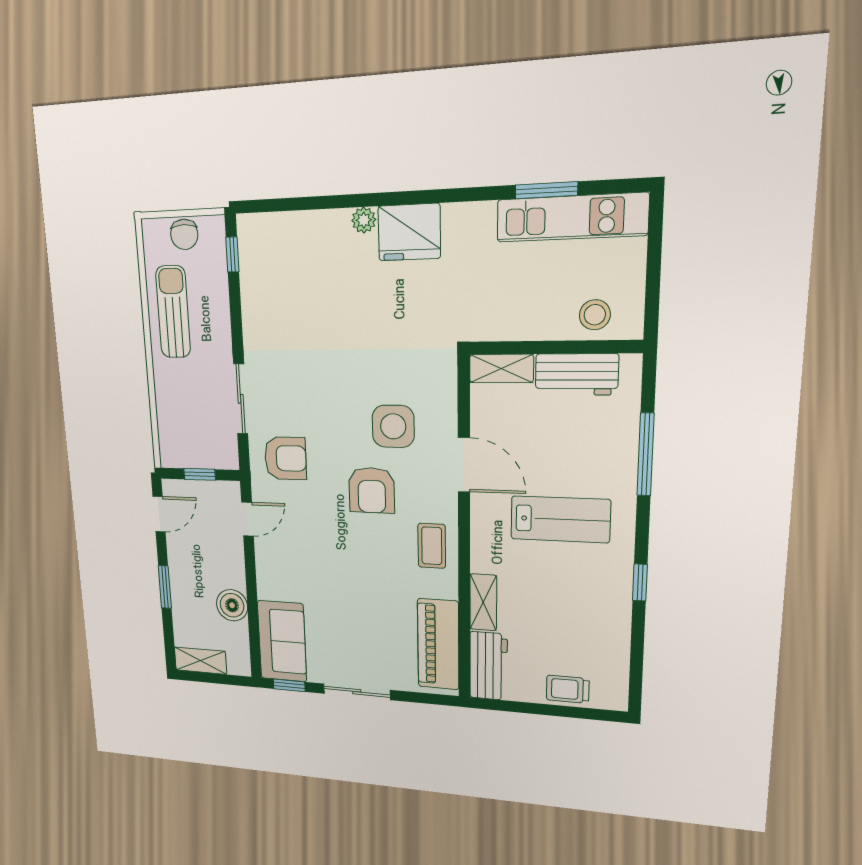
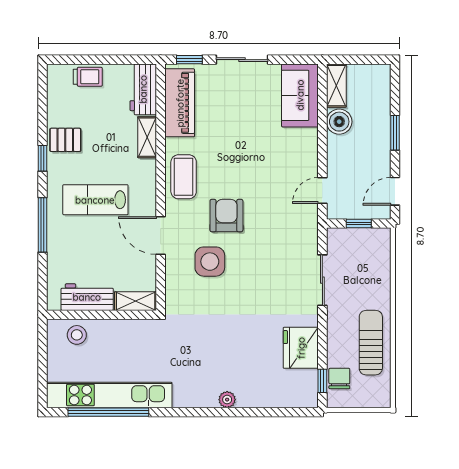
window: (546, 190) -> (108, 412), width x2.11
kitchen unit: (572, 217) -> (109, 395), width x1.36
fridge: (409, 232) -> (301, 348), moved, turned -90
chair: (184, 234) -> (339, 379), moved
sun lounger: (173, 312) -> (371, 343), turned 180
window: (645, 455) -> (42, 225), moved
armchair: (285, 458) -> (290, 237), removed
coffee table: (432, 546) -> (184, 177), width x1.36, depth x1.30
pallet: (604, 606) -> (65, 140), added
shelving: (200, 661) -> (336, 86), moved, turned 90
window: (289, 685) -> (189, 60), moved

